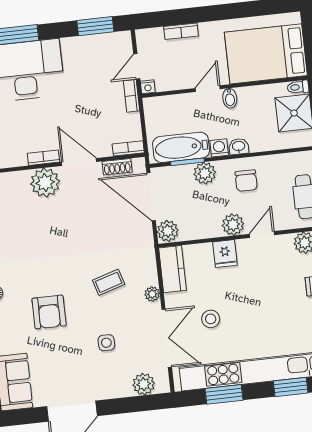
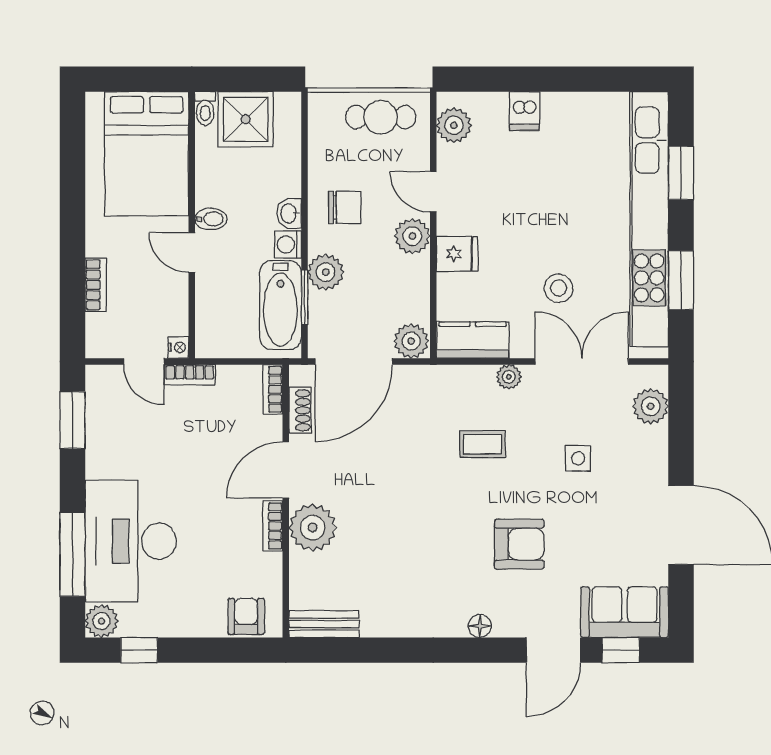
coffee table: (109, 282) -> (482, 444), turned -73

